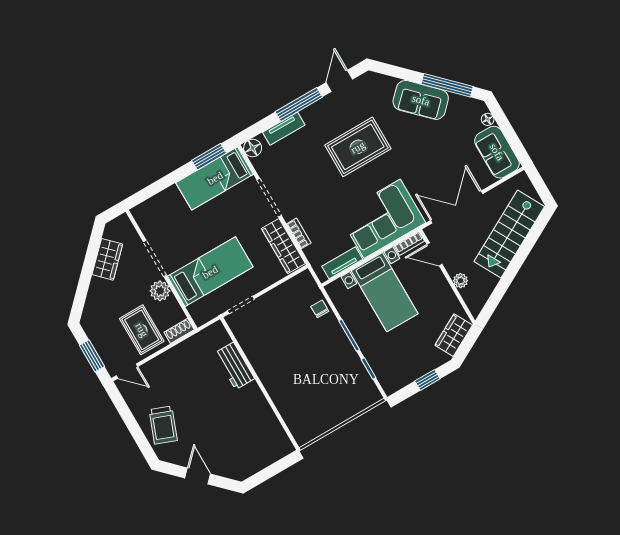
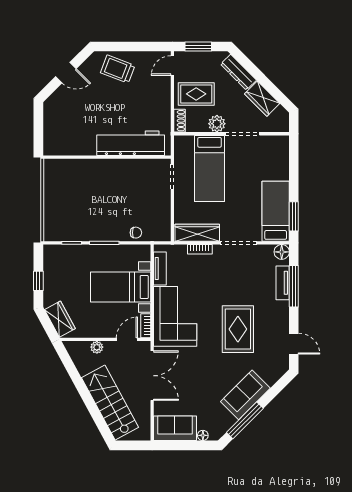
window: (299, 104) -> (294, 286), moved
dresser: (94, 299) -> (238, 72), added
workbench: (235, 366) -> (131, 143), width x1.88, depth x1.32

